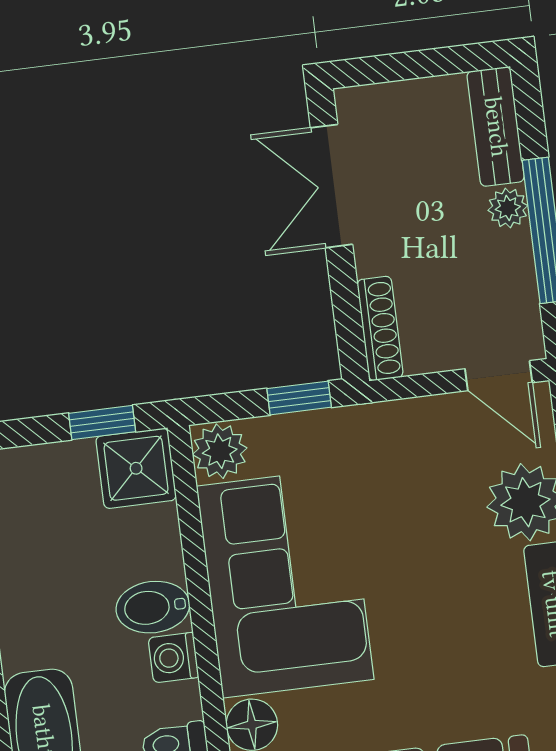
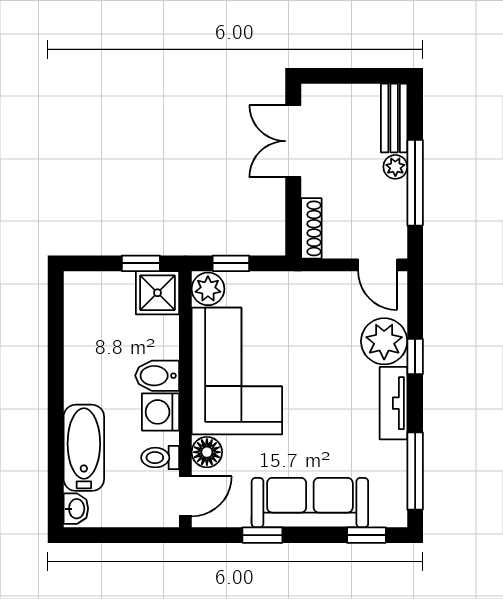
window: (299, 398) -> (231, 263), moved
washing machine: (173, 658) -> (161, 412), width x1.38, depth x1.38

